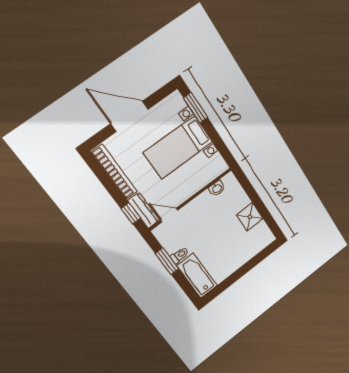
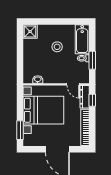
bed with nightstands: (178, 147) -> (43, 110), width x1.36
shower: (250, 217) -> (30, 32), moved
stool: (221, 244) -> (57, 47), added

